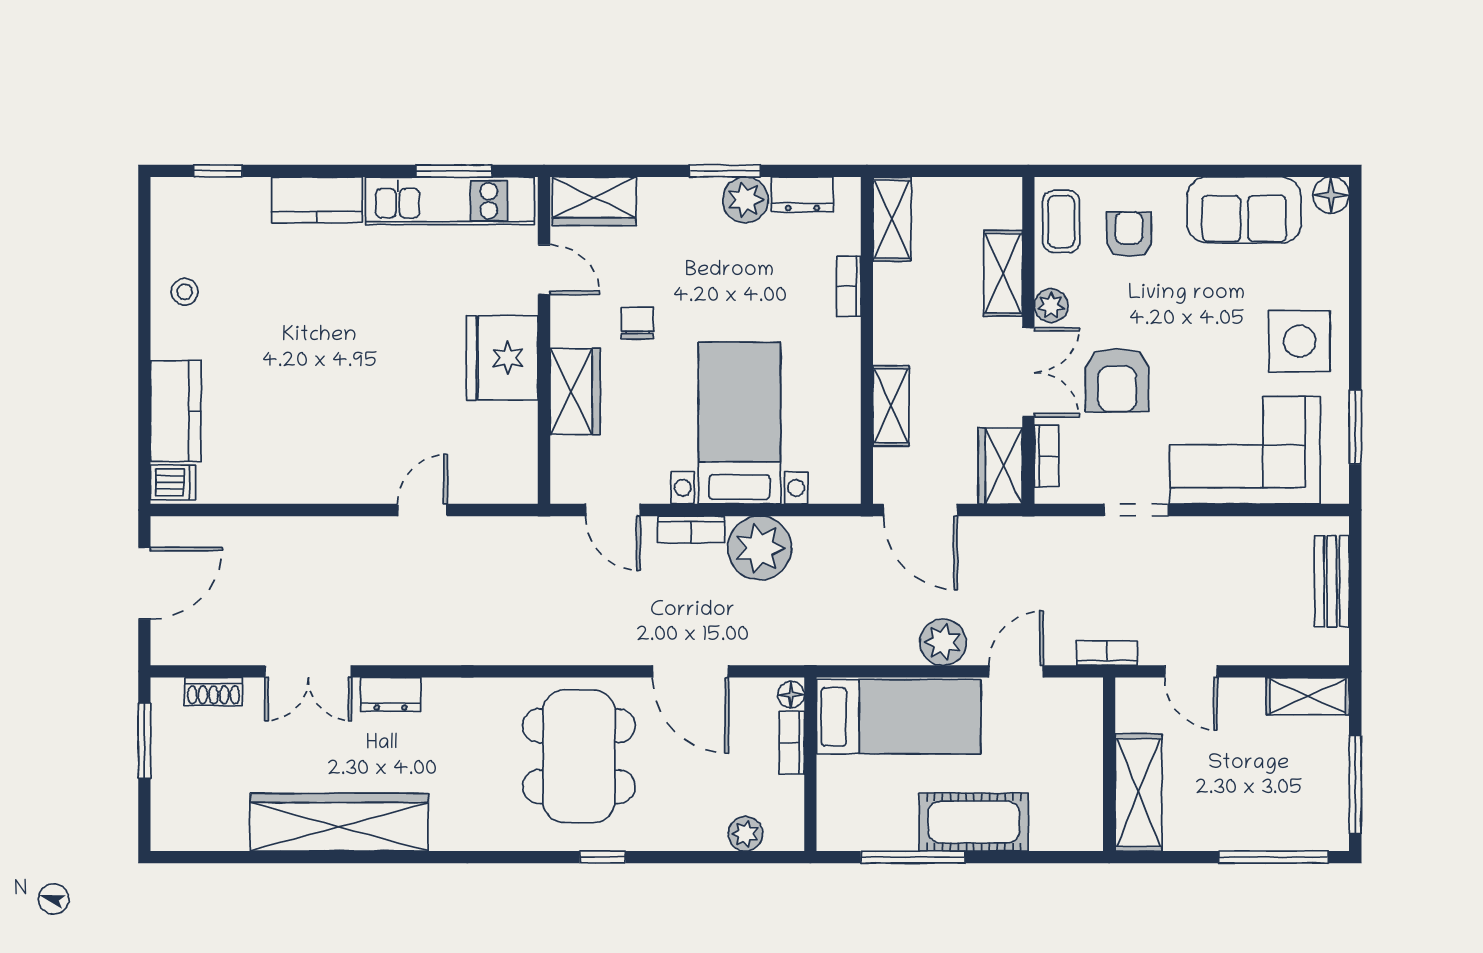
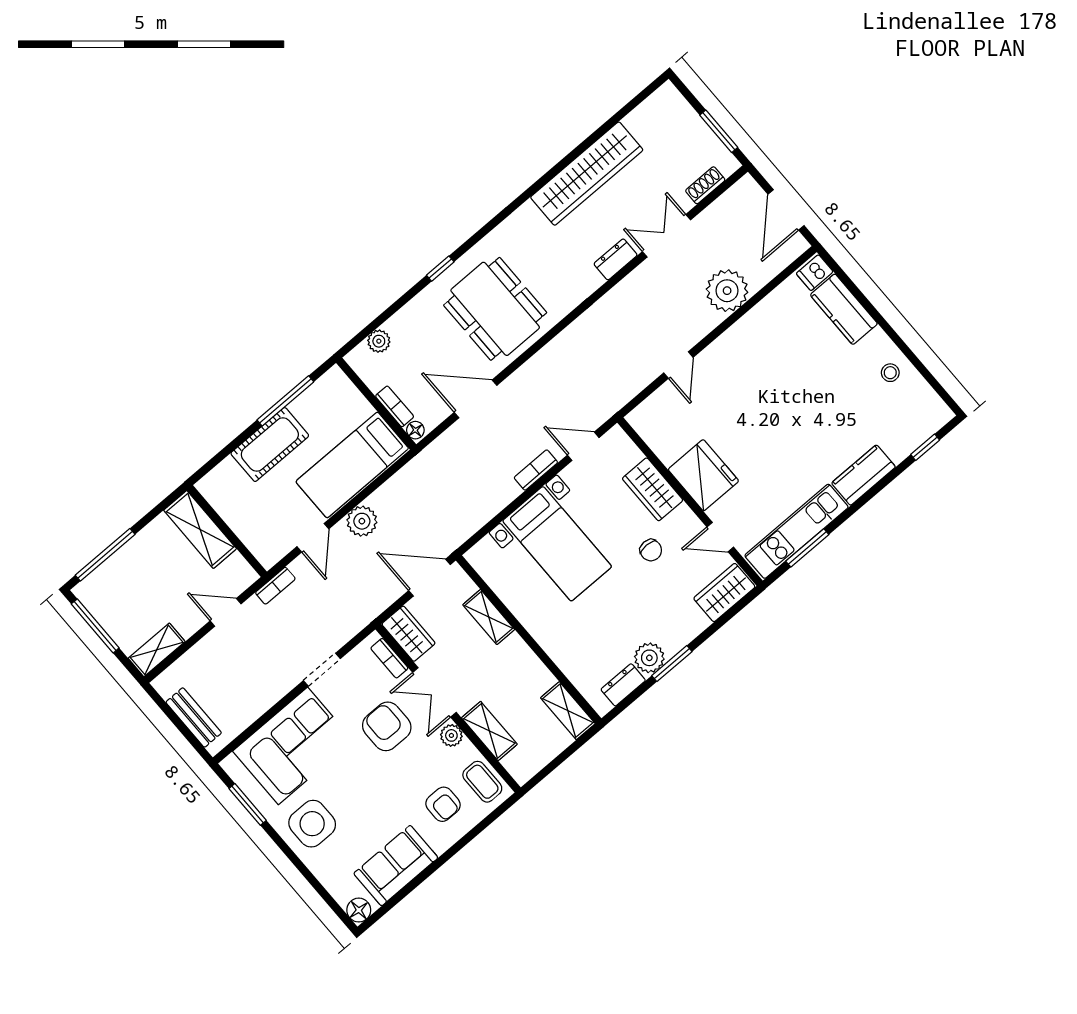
bookcase: (849, 286) -> (561, 659), removed
plant: (760, 548) -> (727, 291), moved

